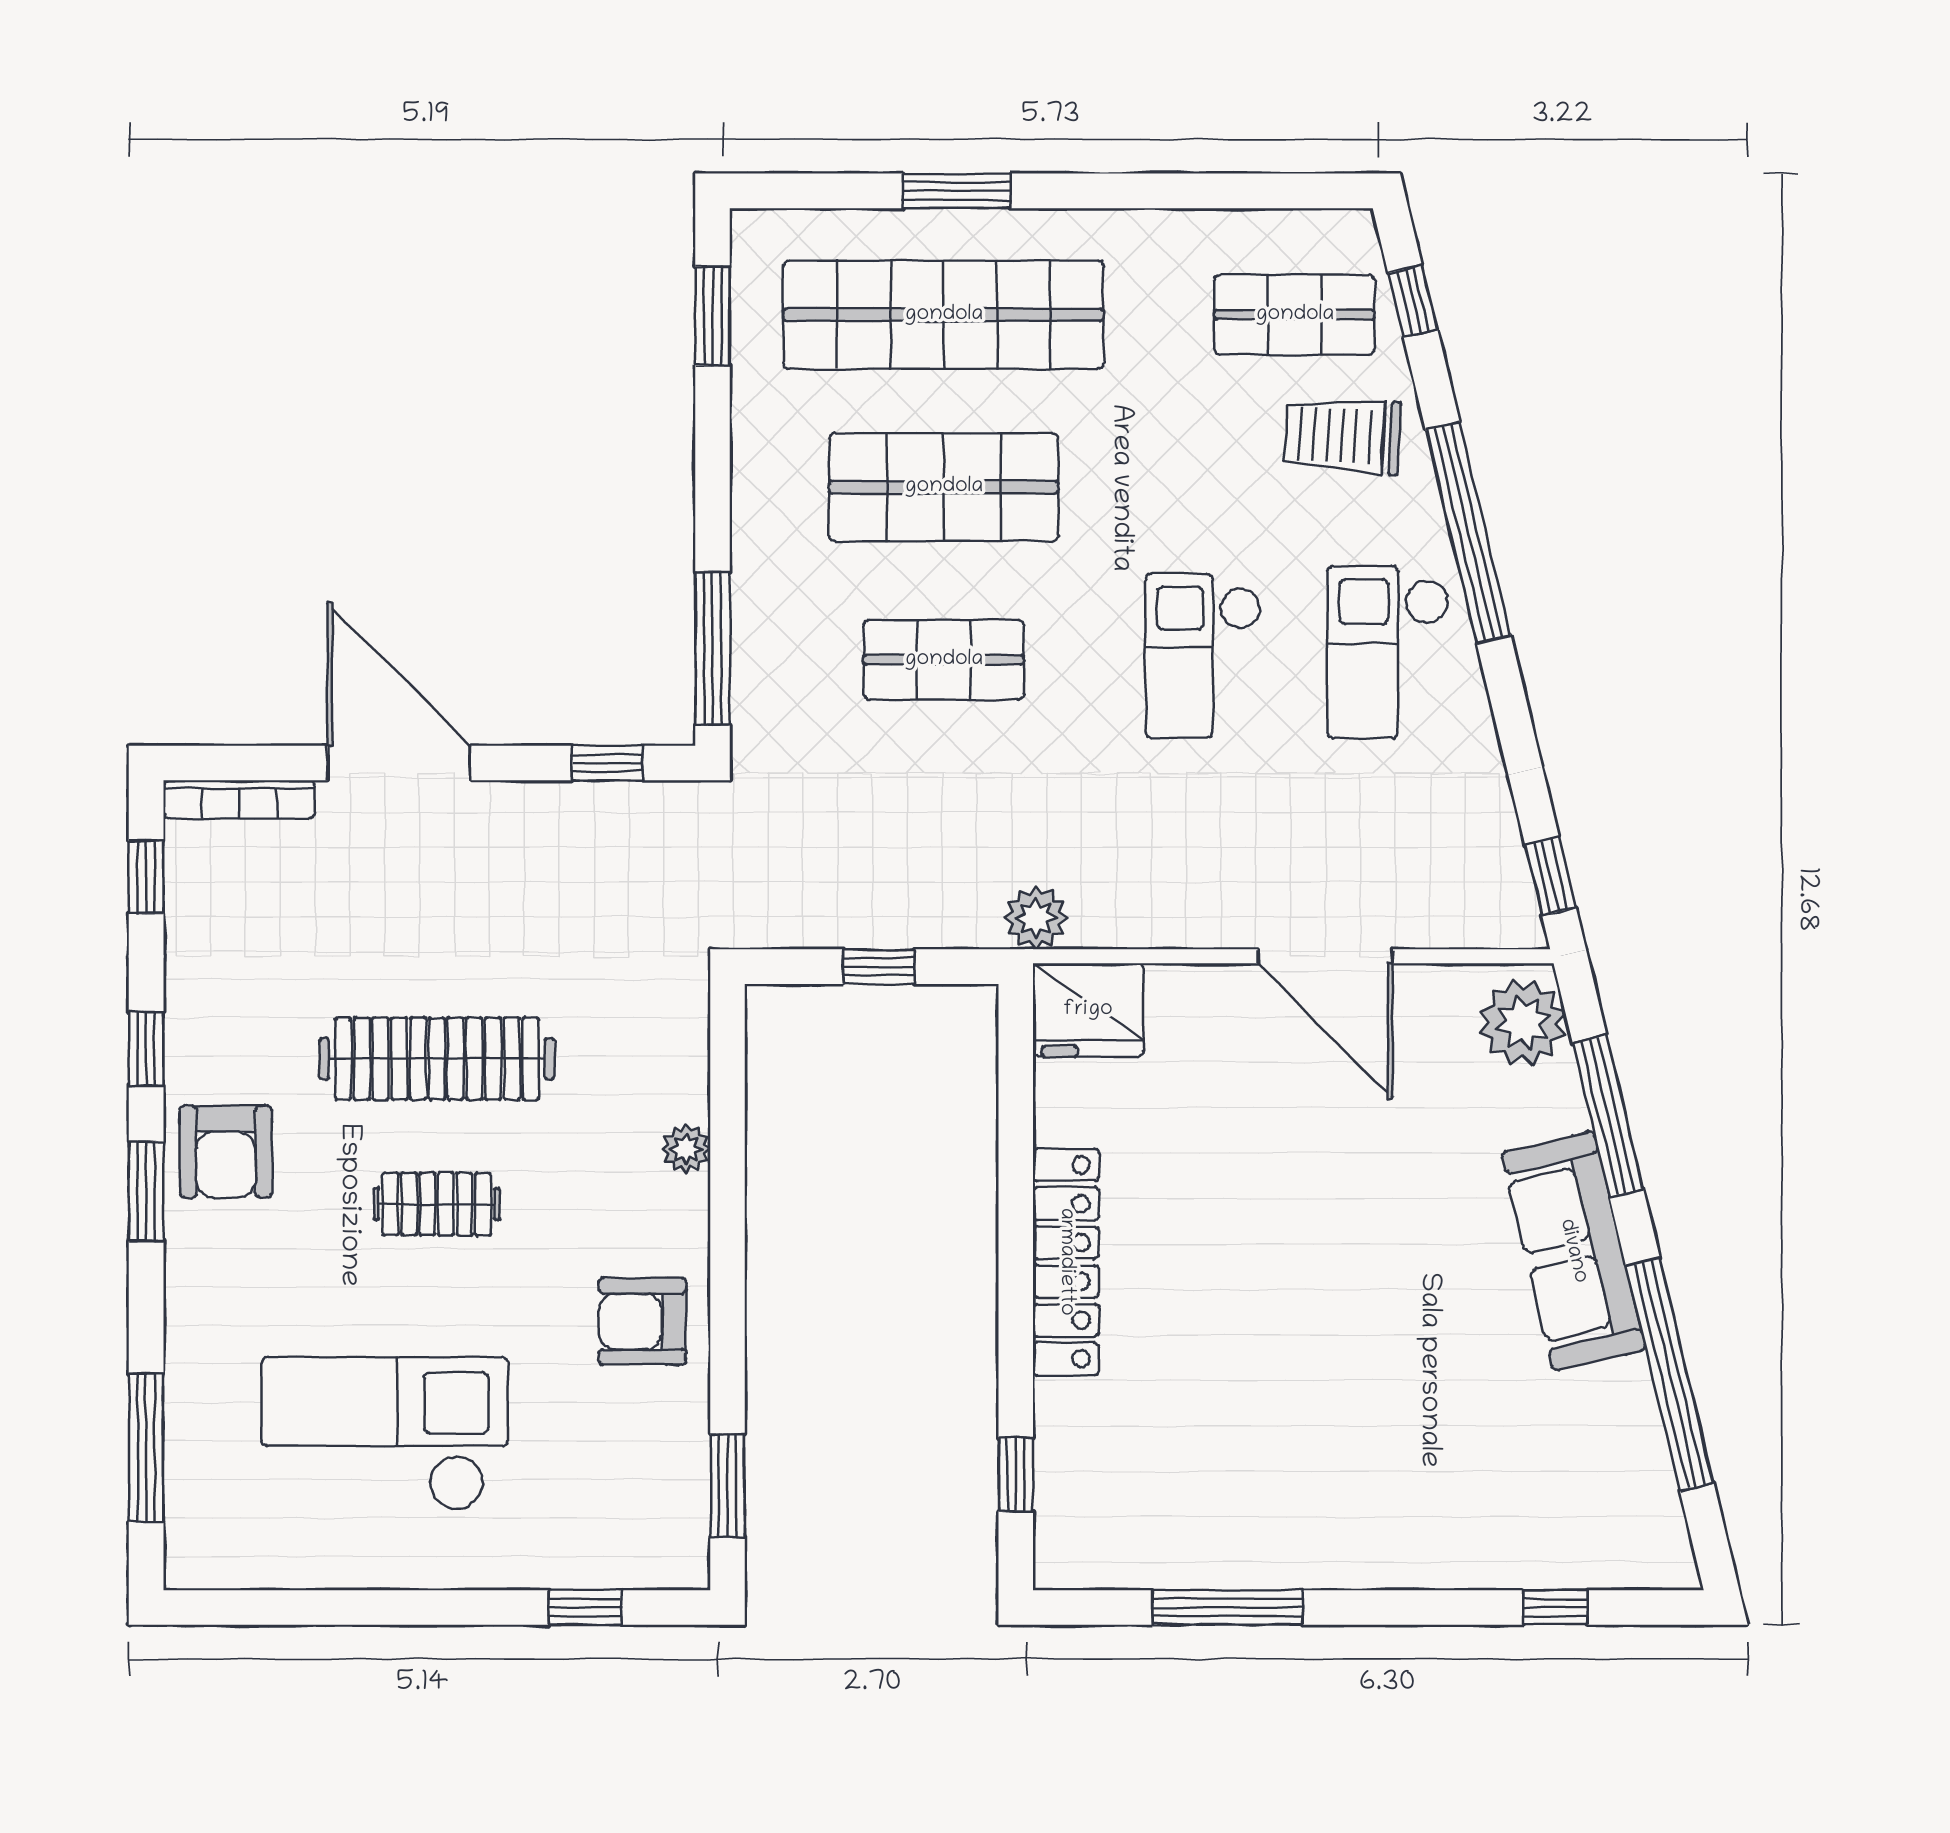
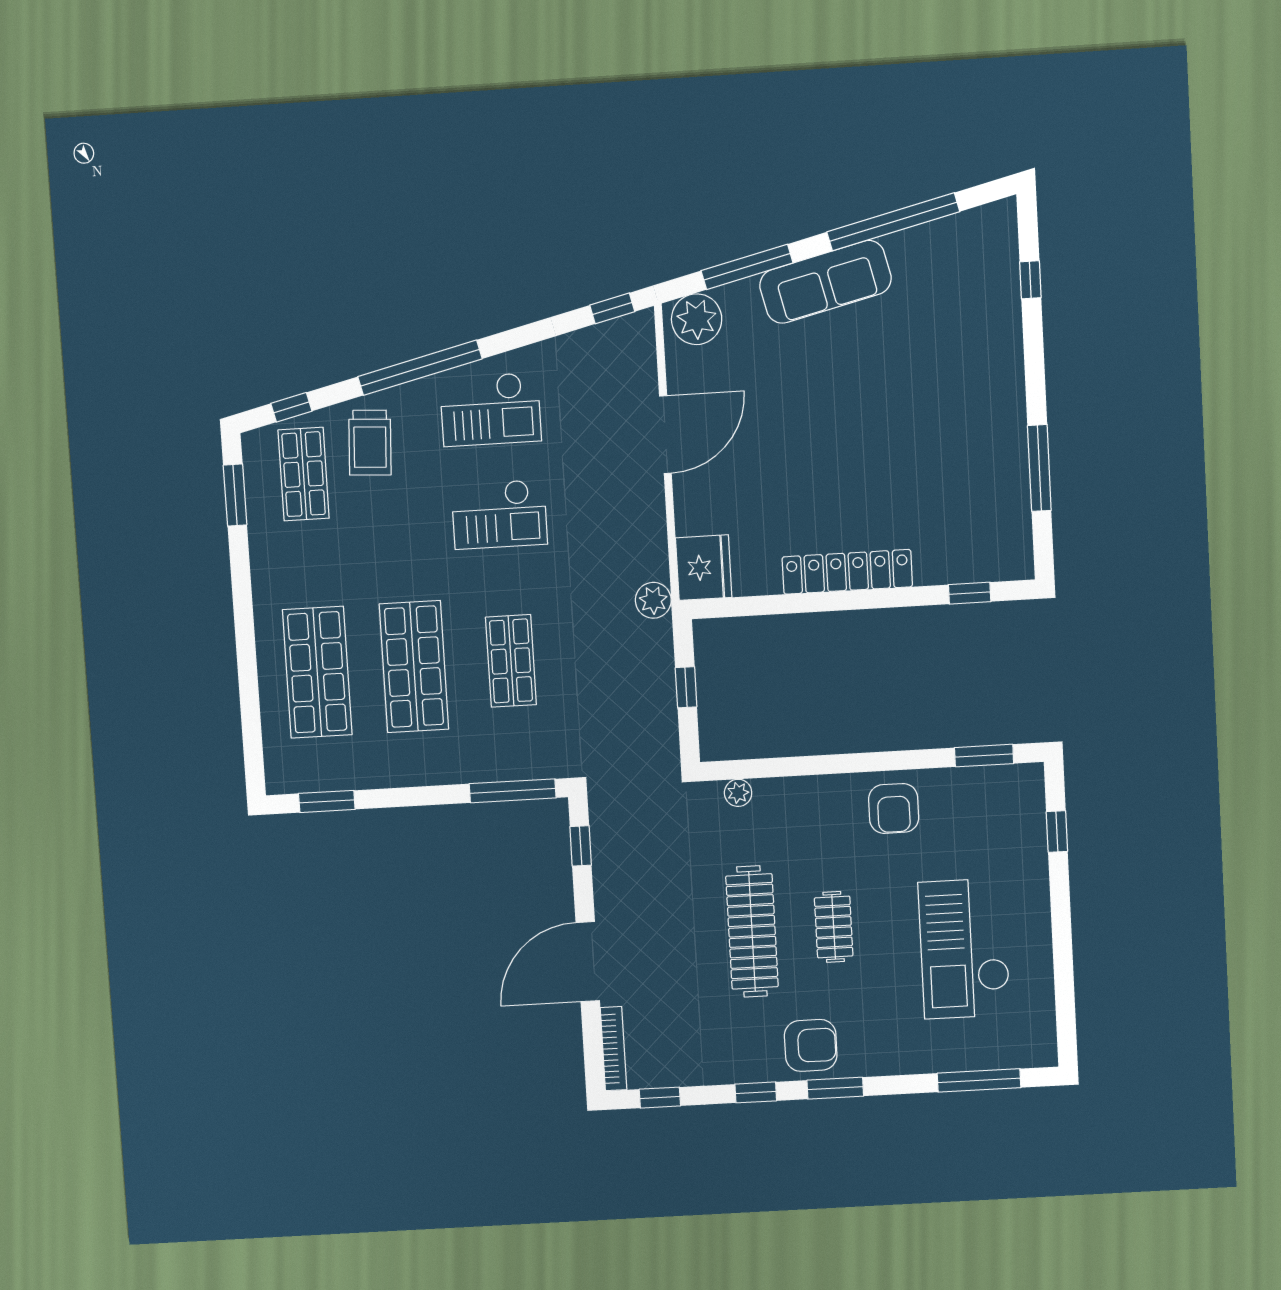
window: (957, 191) -> (235, 495), moved
shop shelf: (944, 315) -> (317, 672), width x0.71
plant: (686, 1149) -> (738, 793), moved

